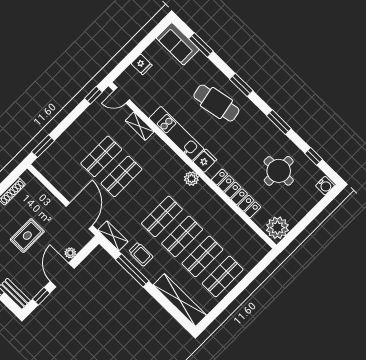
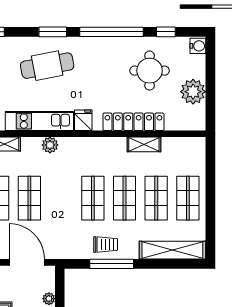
window: (279, 122) -> (112, 32), width x2.11
plant: (191, 179) -> (50, 145), moved
plant: (277, 228) -> (193, 92), moved
shelving: (113, 236) -> (144, 144), moved

